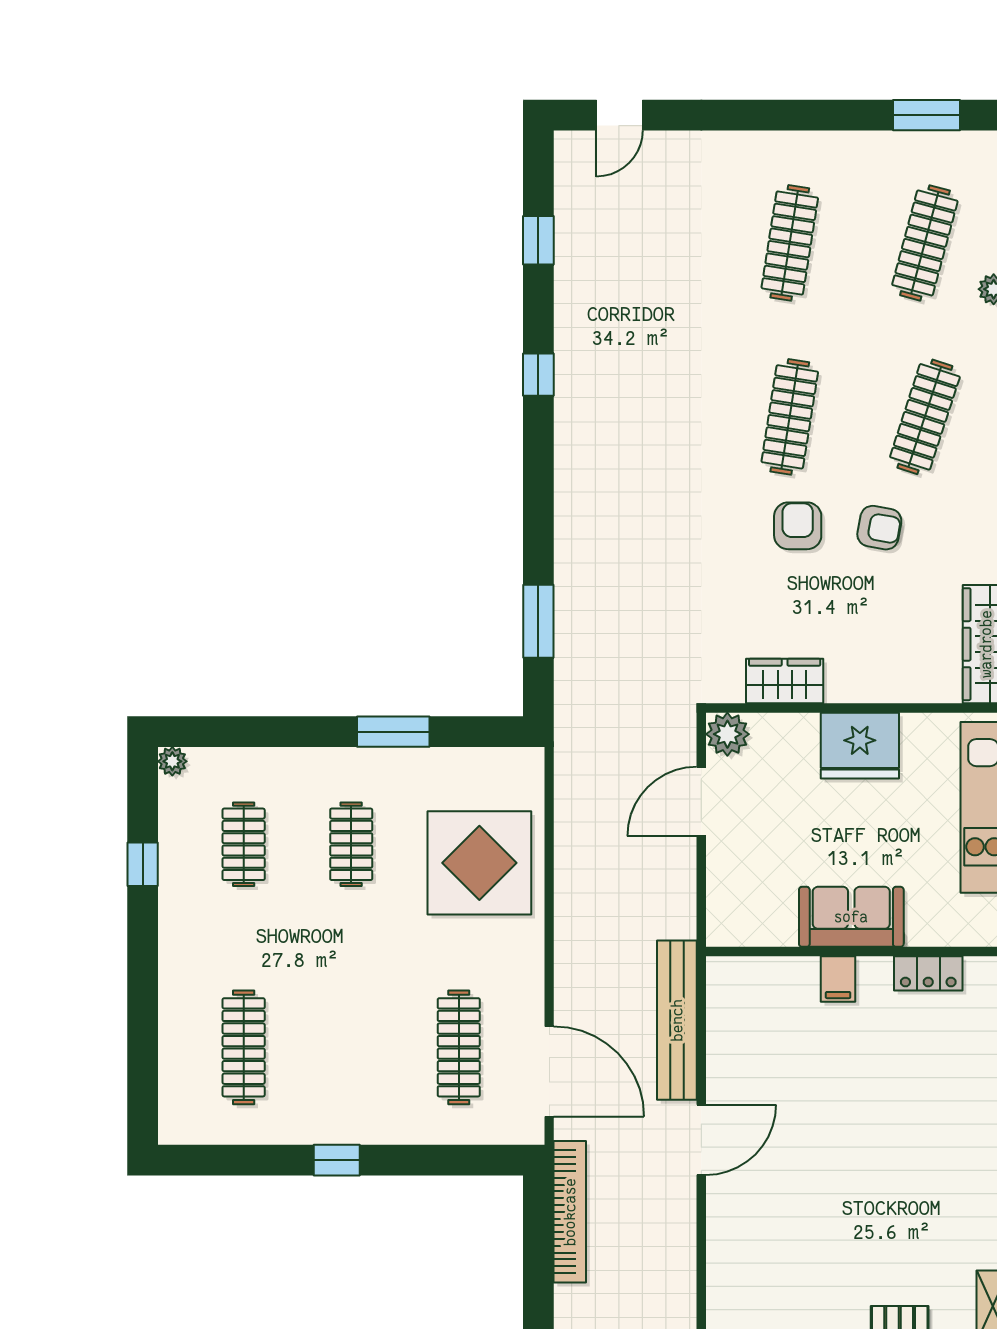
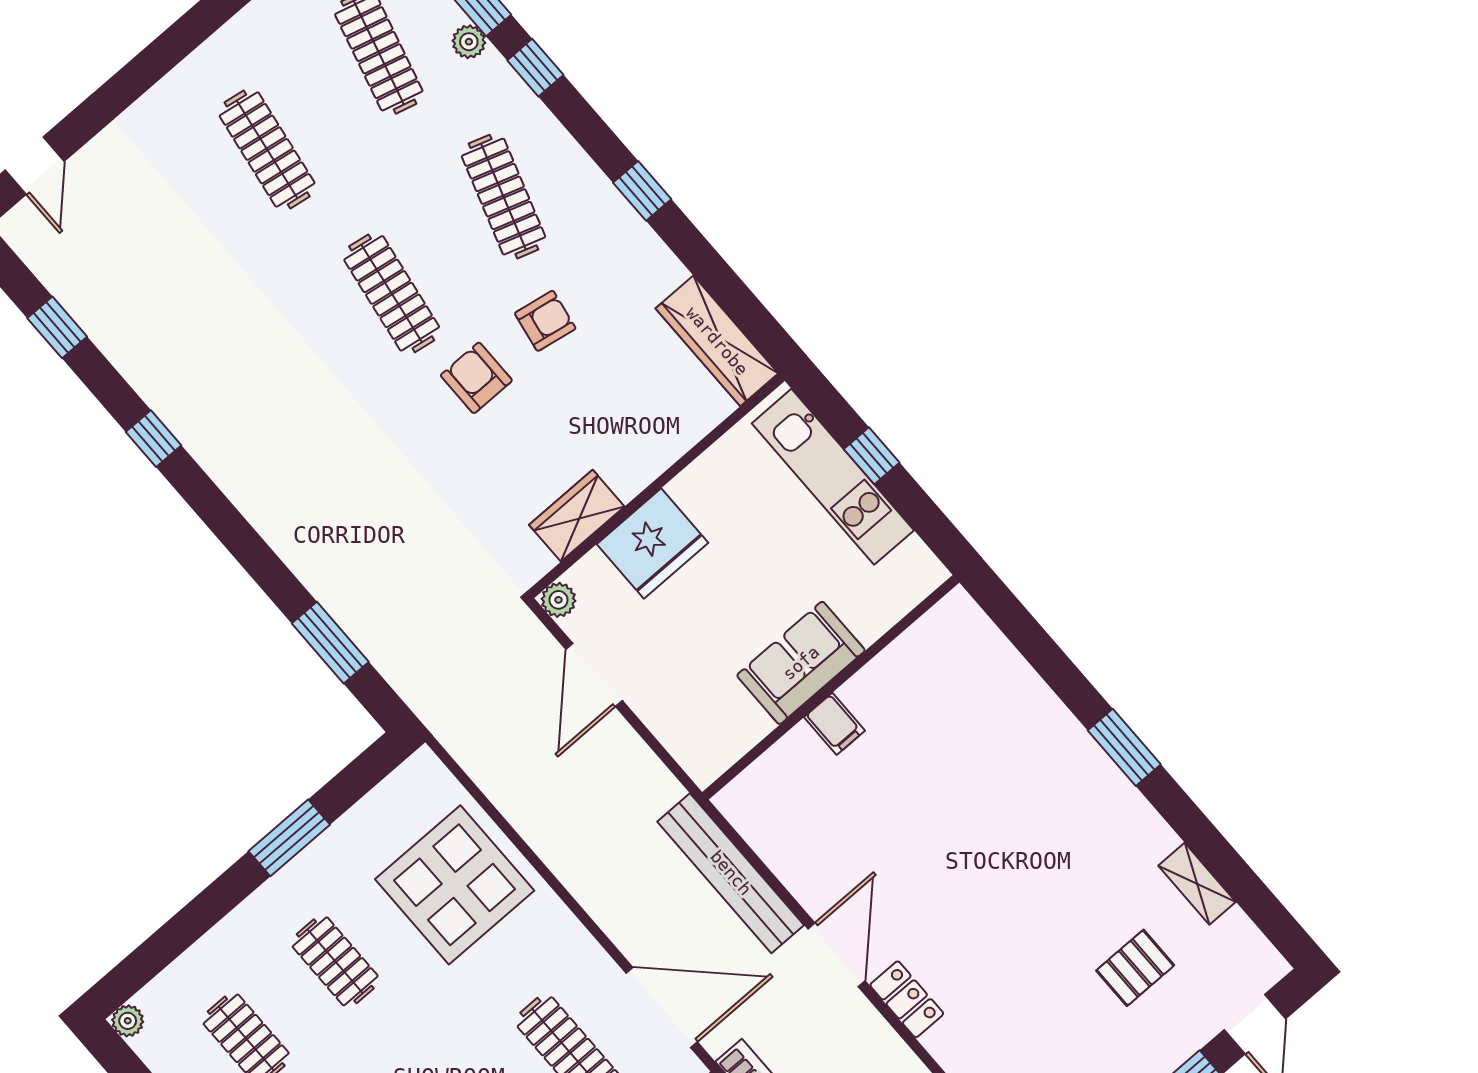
plant: (727, 734) -> (558, 600), width x0.73, depth x0.73
fridge: (860, 746) -> (653, 543), moved
locker: (928, 973) -> (907, 999), moved, turned -90

